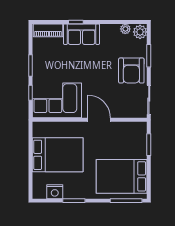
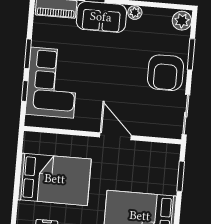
plant: (125, 29) -> (135, 13), moved
corner sofa: (57, 100) -> (52, 83), moved, turned 90

